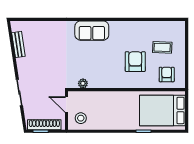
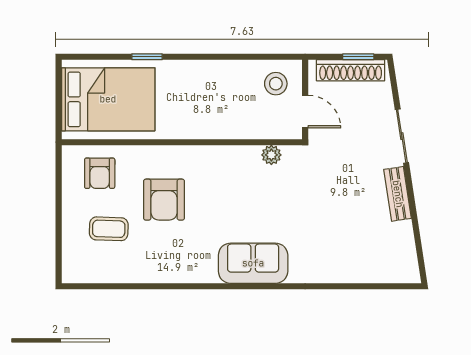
bench: (18, 45) -> (398, 194), moved

